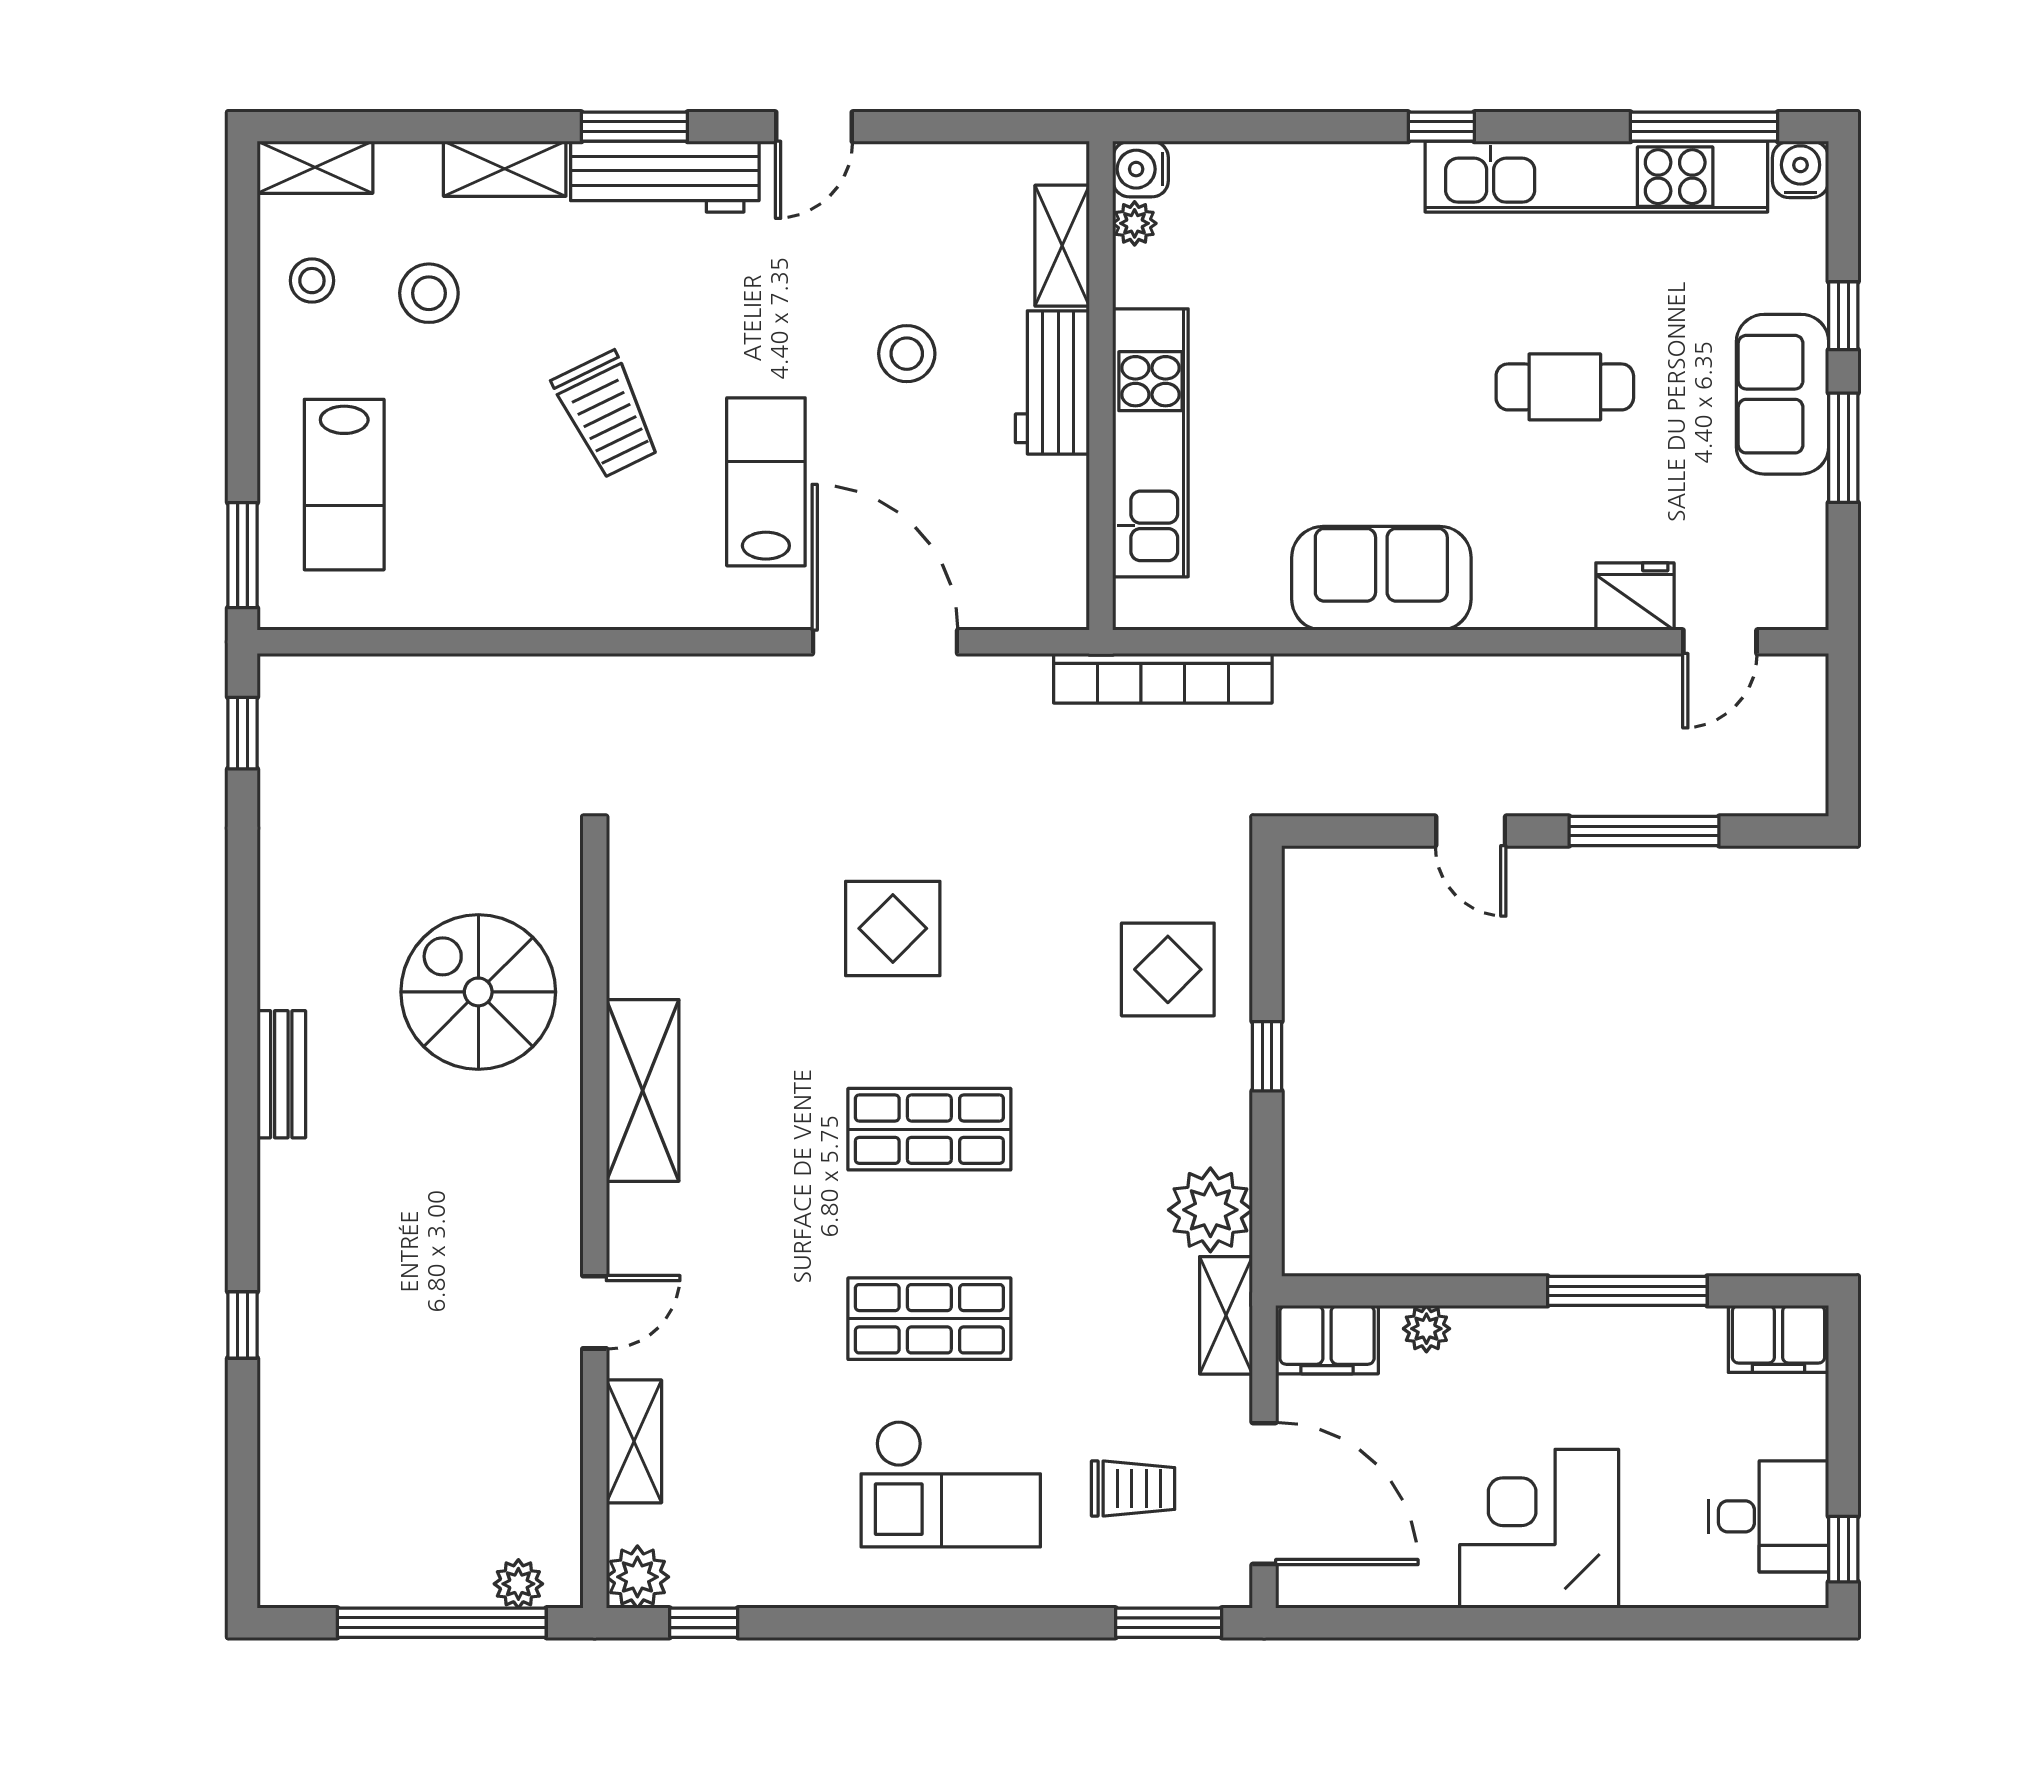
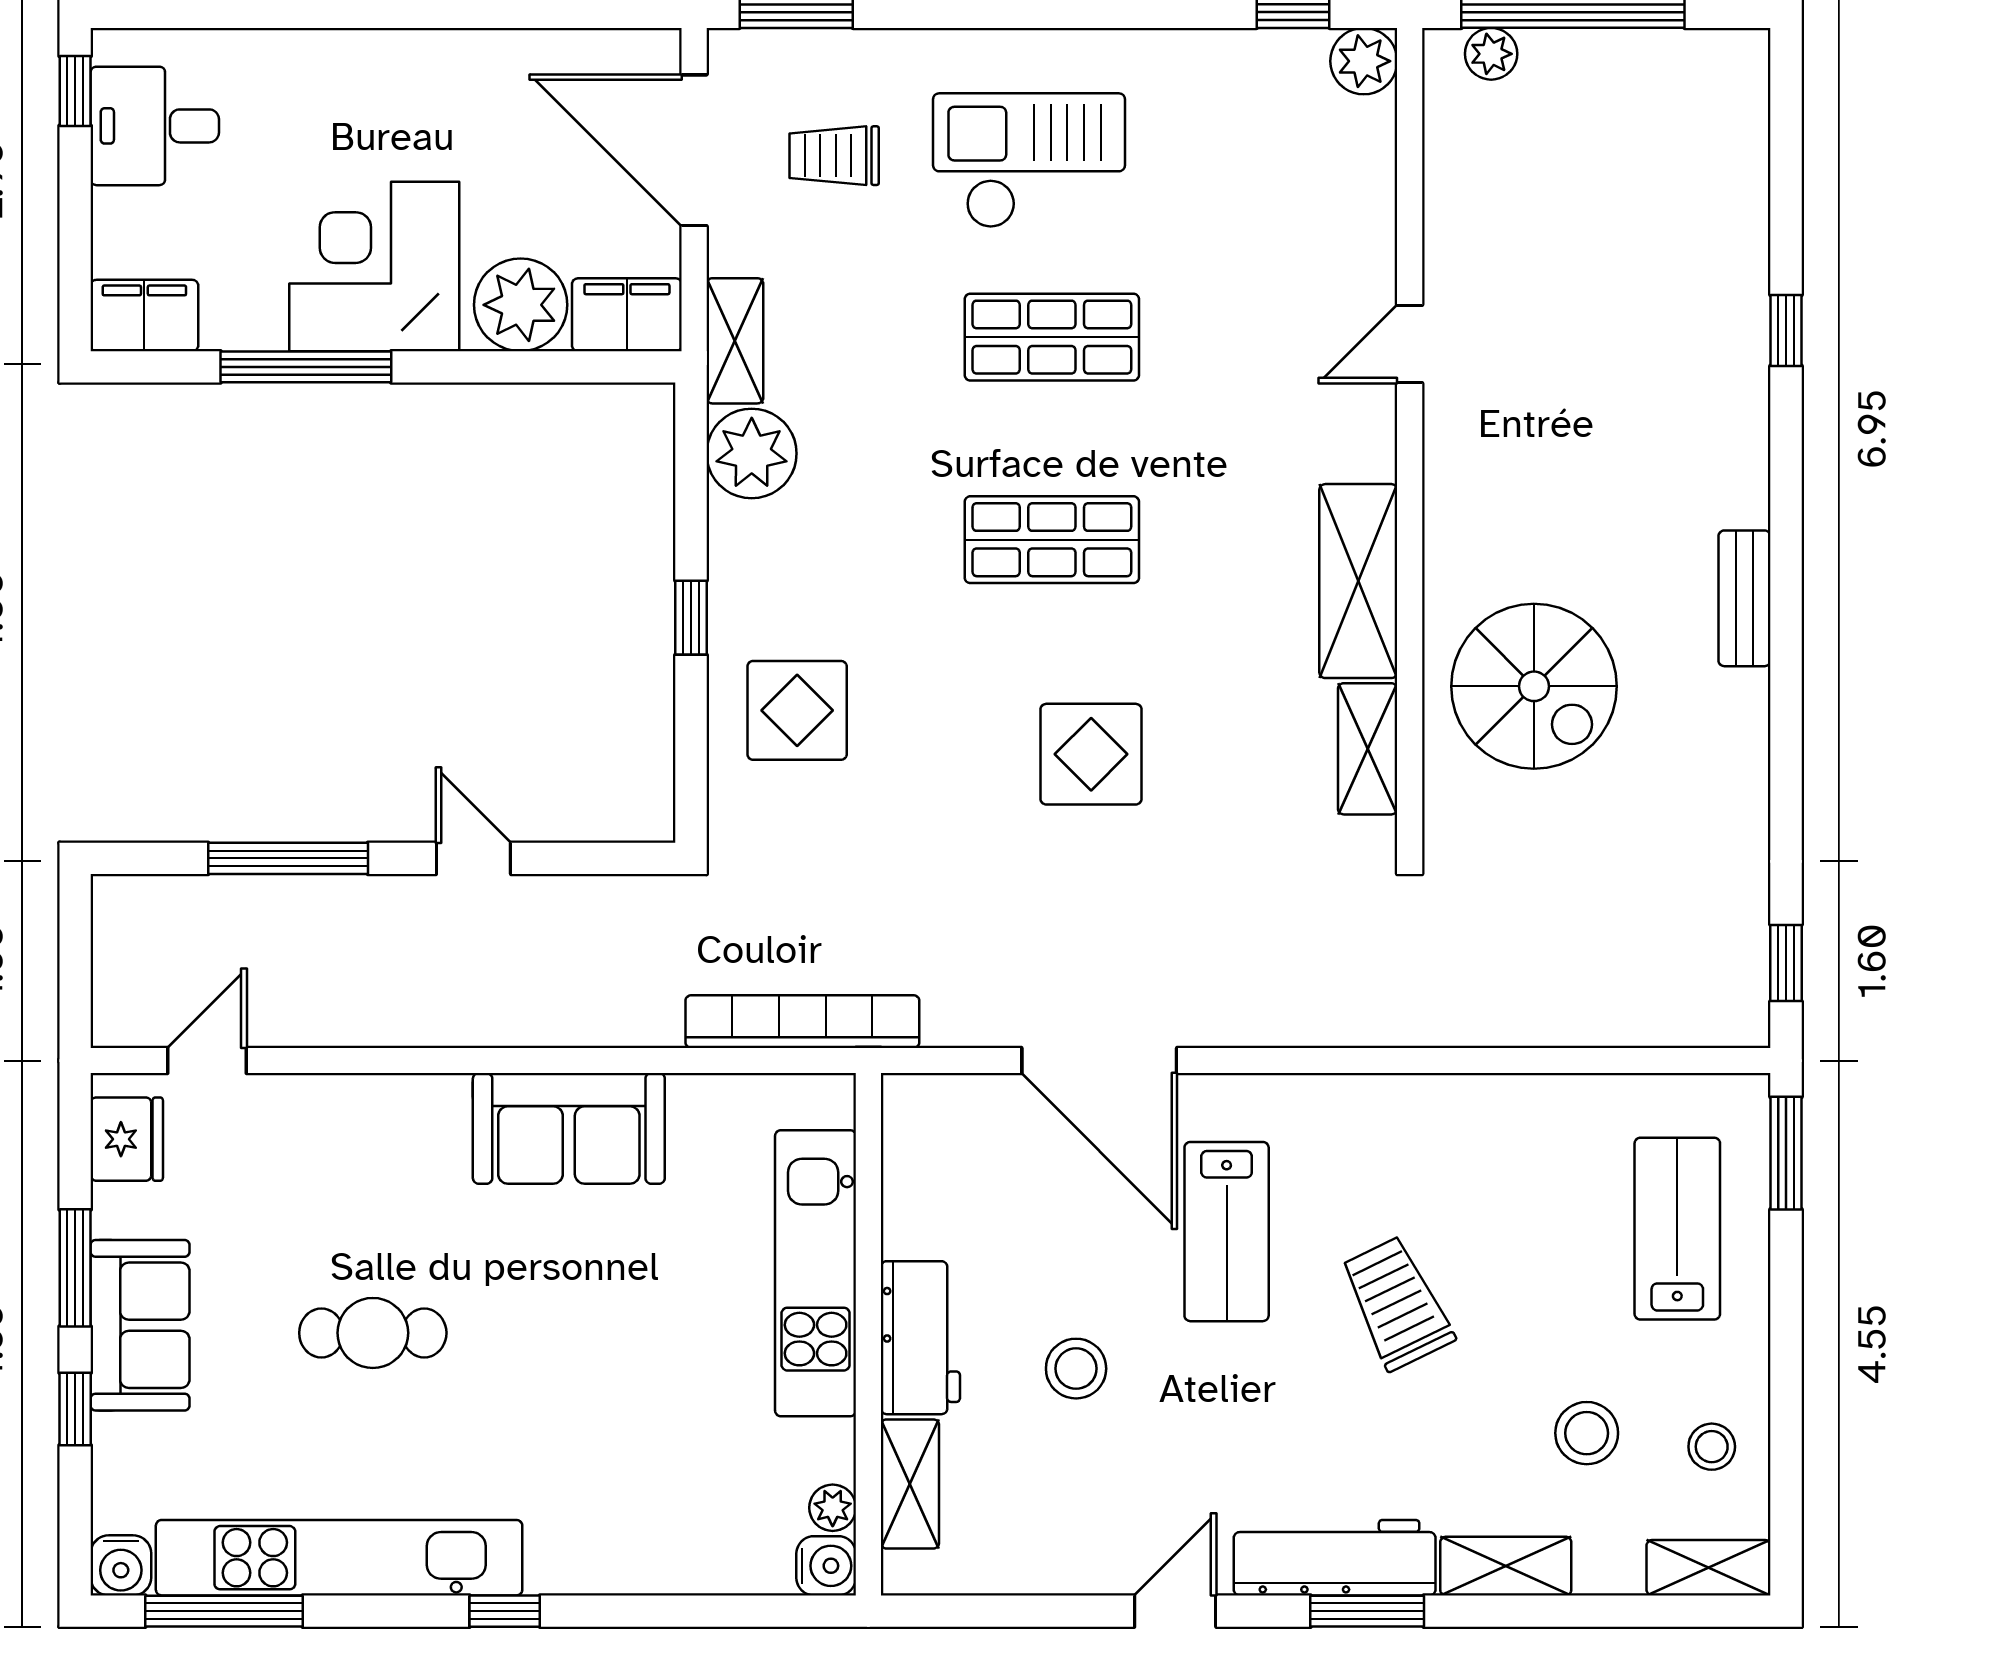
fridge: (1635, 596) -> (127, 1139), moved, turned -90
plant: (1426, 1329) -> (521, 305), width x1.88, depth x1.88
shelving: (634, 1441) -> (1368, 749), moved
corner desk: (1539, 1529) -> (374, 266), moved, turned 180

